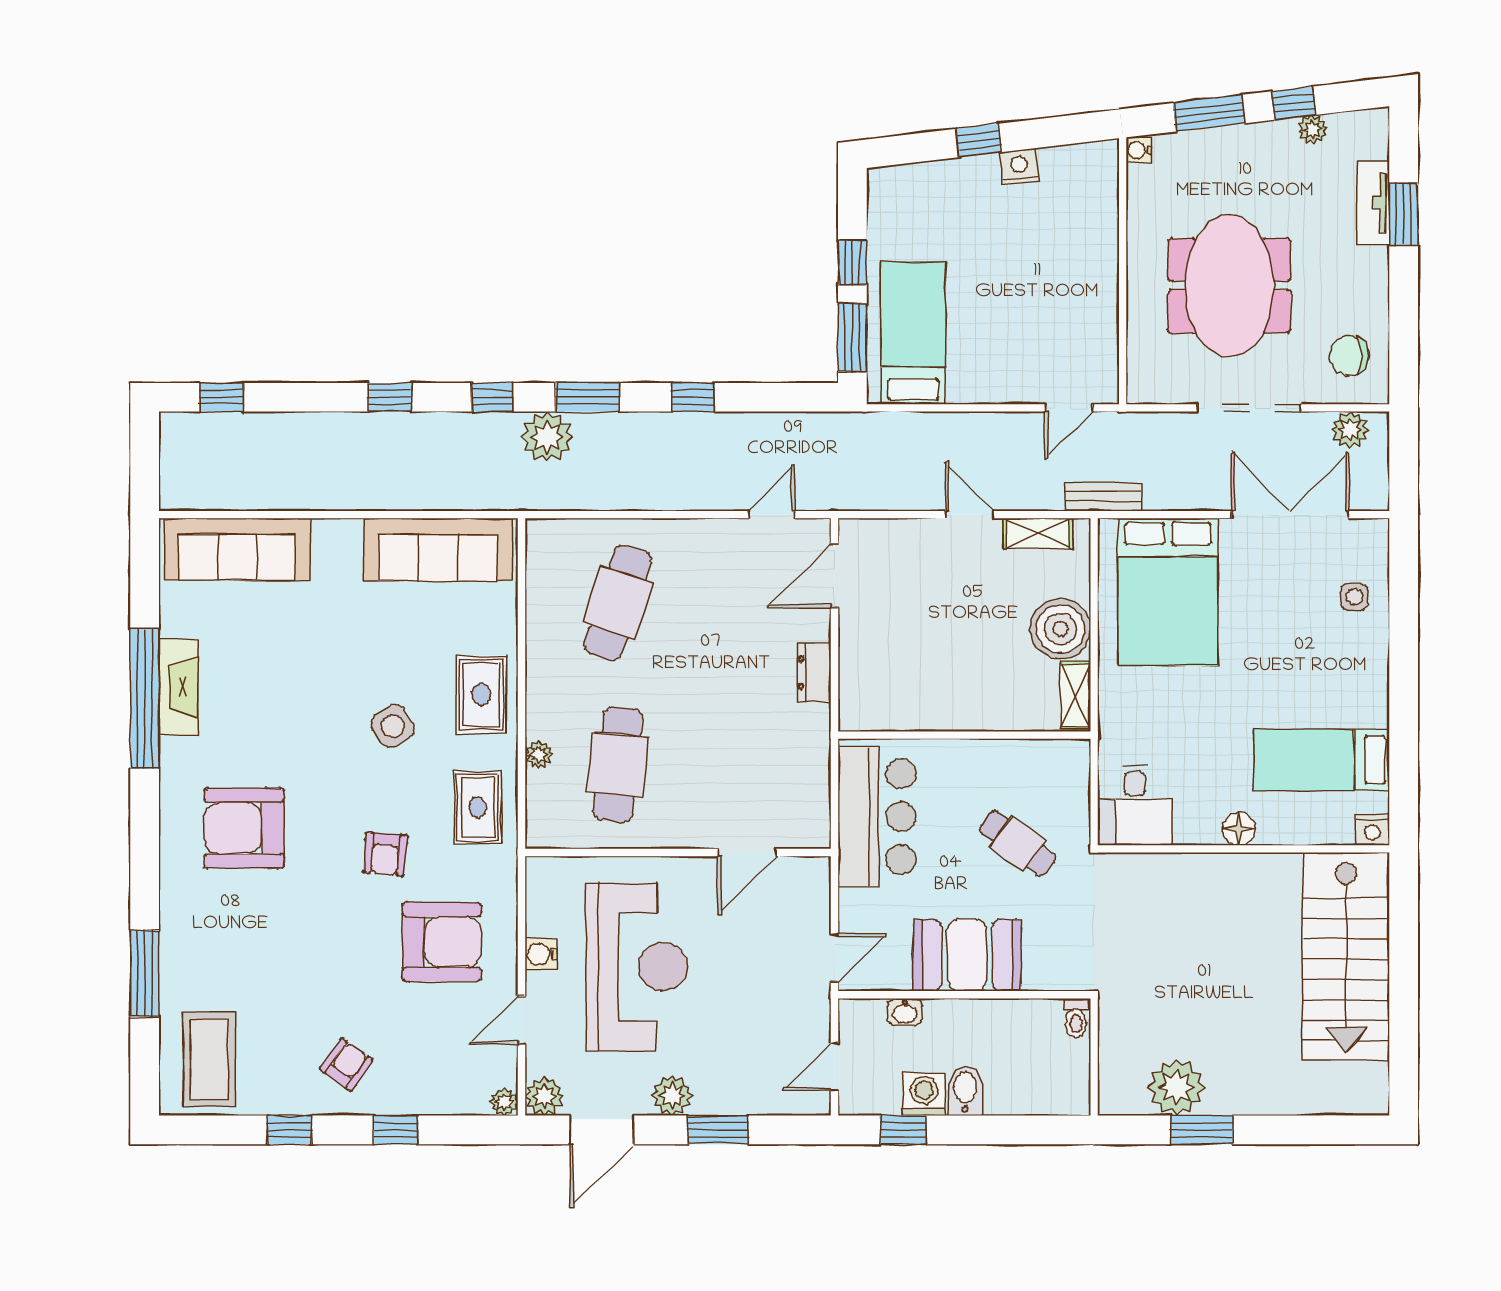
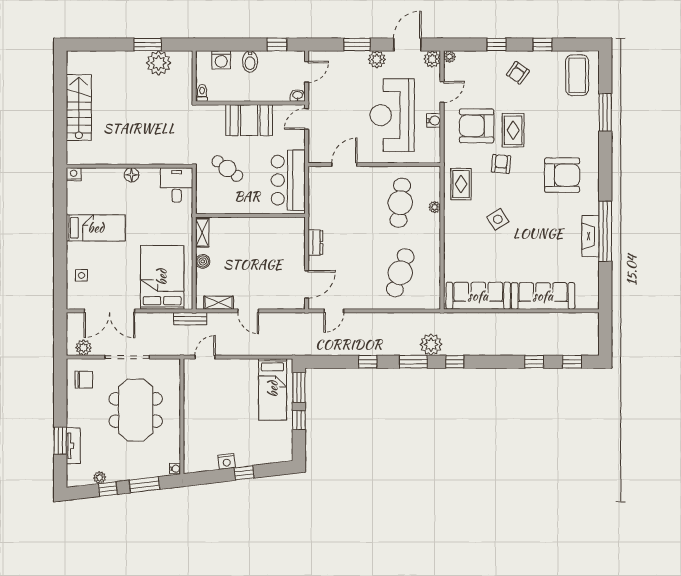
window: (389, 397) -> (534, 362), moved
sofa: (237, 549) -> (543, 296), moved
boiler: (1060, 629) -> (203, 261), width x0.54, depth x0.54
rug: (481, 695) -> (513, 130), moved
bed: (1322, 760) -> (96, 228), moved
stairs: (1346, 957) -> (79, 108), width x0.73, depth x0.66
washbasin: (905, 1012) -> (298, 95), moved
washing machine: (924, 1094) -> (221, 60), moved

